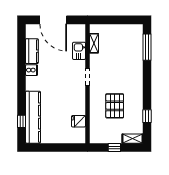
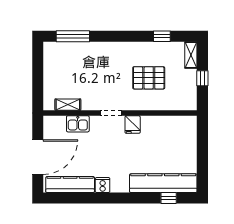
kitchen counter: (32, 51) -> (70, 184), width x1.50
fridge: (78, 121) -> (133, 125), moved

